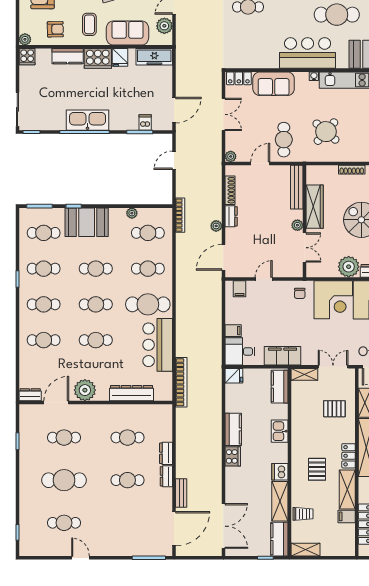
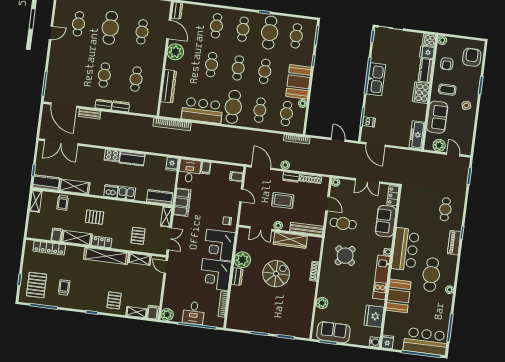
fridge: (120, 57) -> (427, 52), moved
booth: (87, 222) -> (299, 82), moved
rug: (263, 223) -> (283, 200), added
cafe table: (44, 269) -> (270, 33), width x1.37, depth x1.35
dishwasher: (280, 472) -> (111, 191), moved

